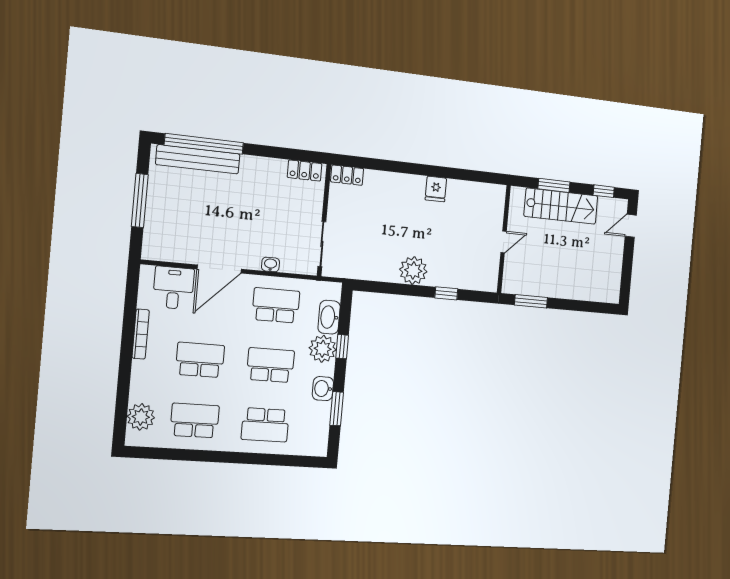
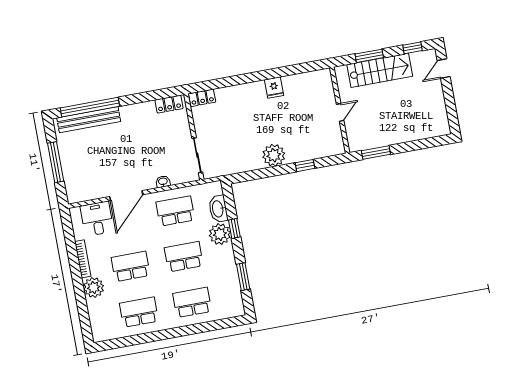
washbasin: (323, 389) -> (228, 264), removed
plant: (141, 417) -> (94, 287), moved
school desk: (265, 425) -> (192, 302), turned 180

